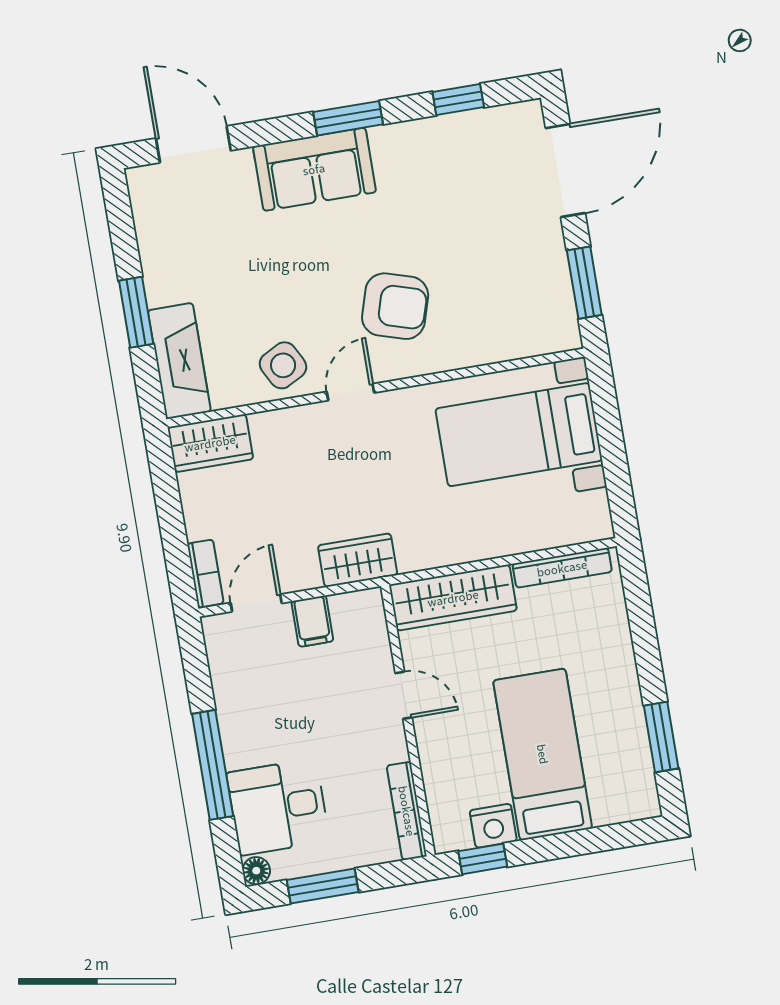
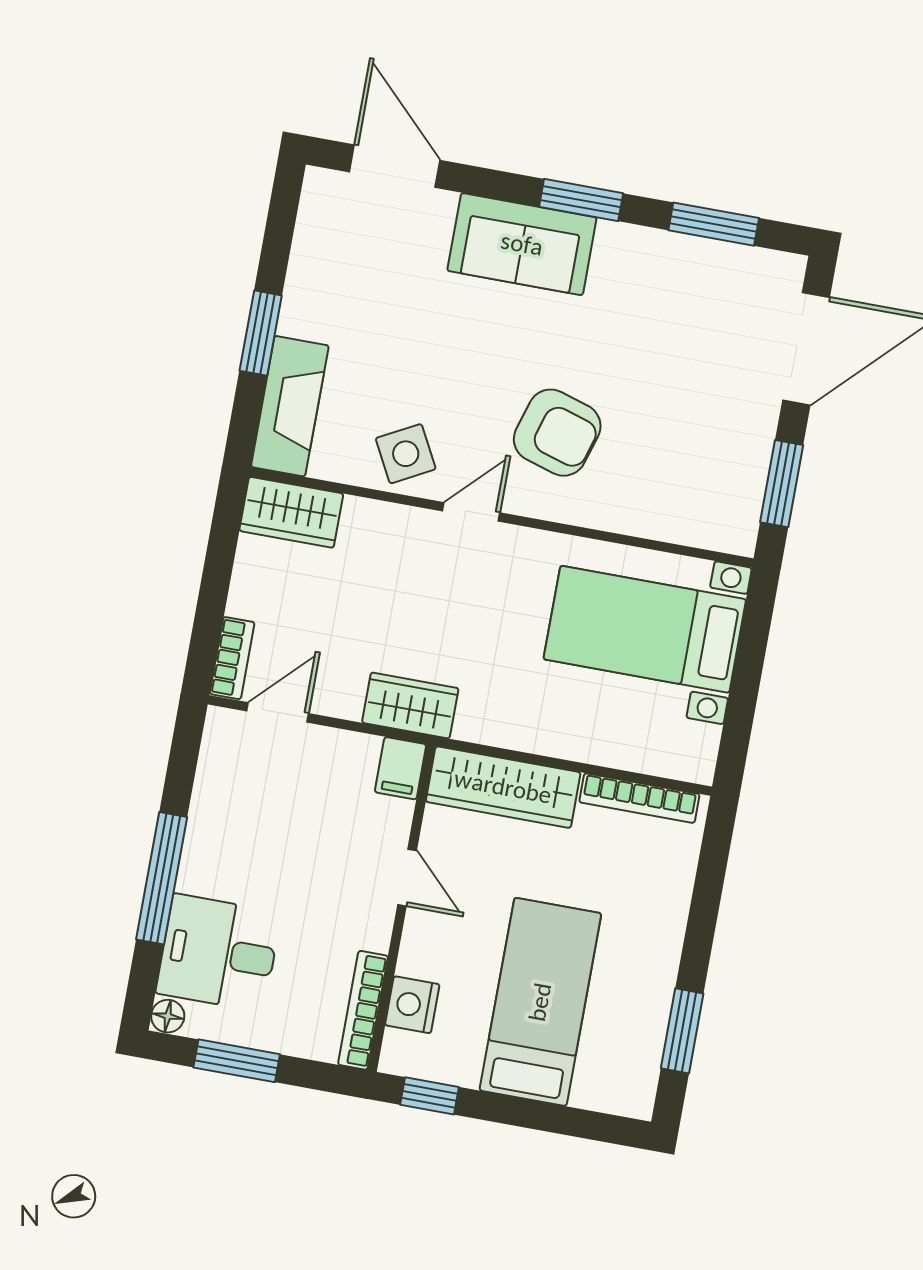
window: (458, 100) -> (714, 224), width x1.50
filing cabinet: (312, 621) -> (401, 768), moved
nightstand: (493, 826) -> (412, 1005), moved, turned 90

